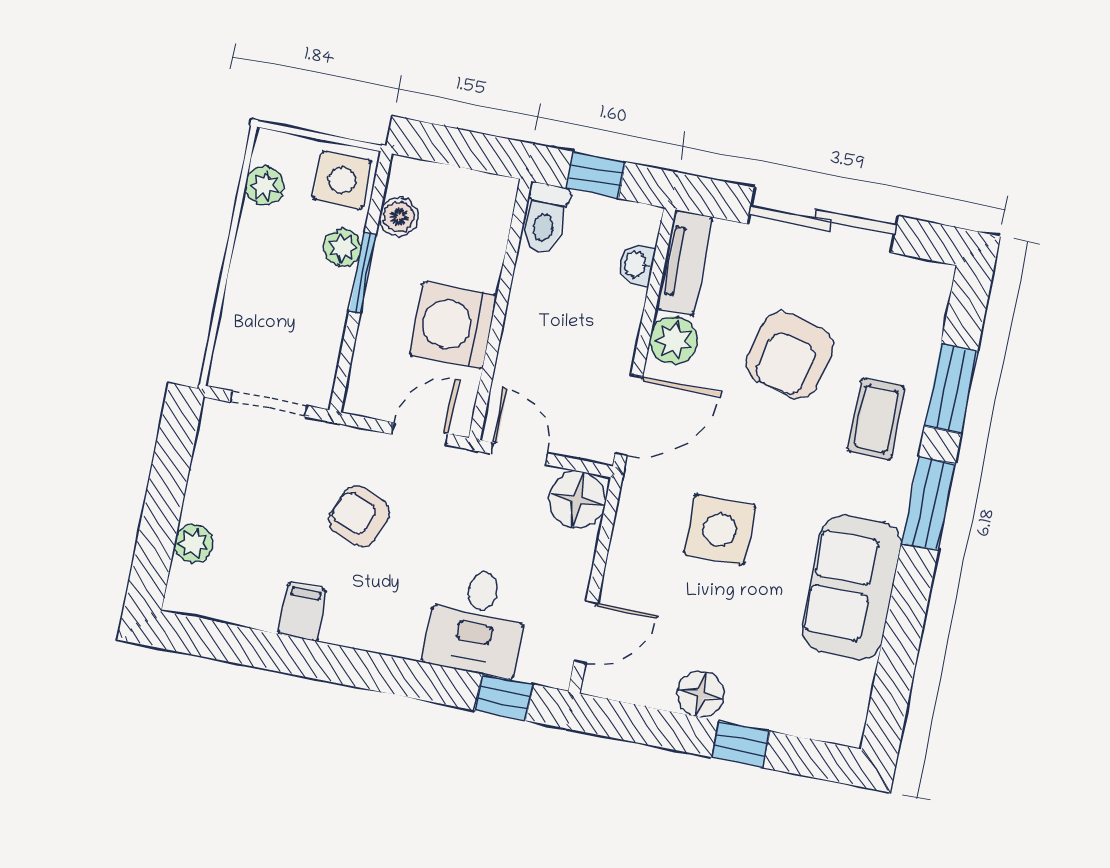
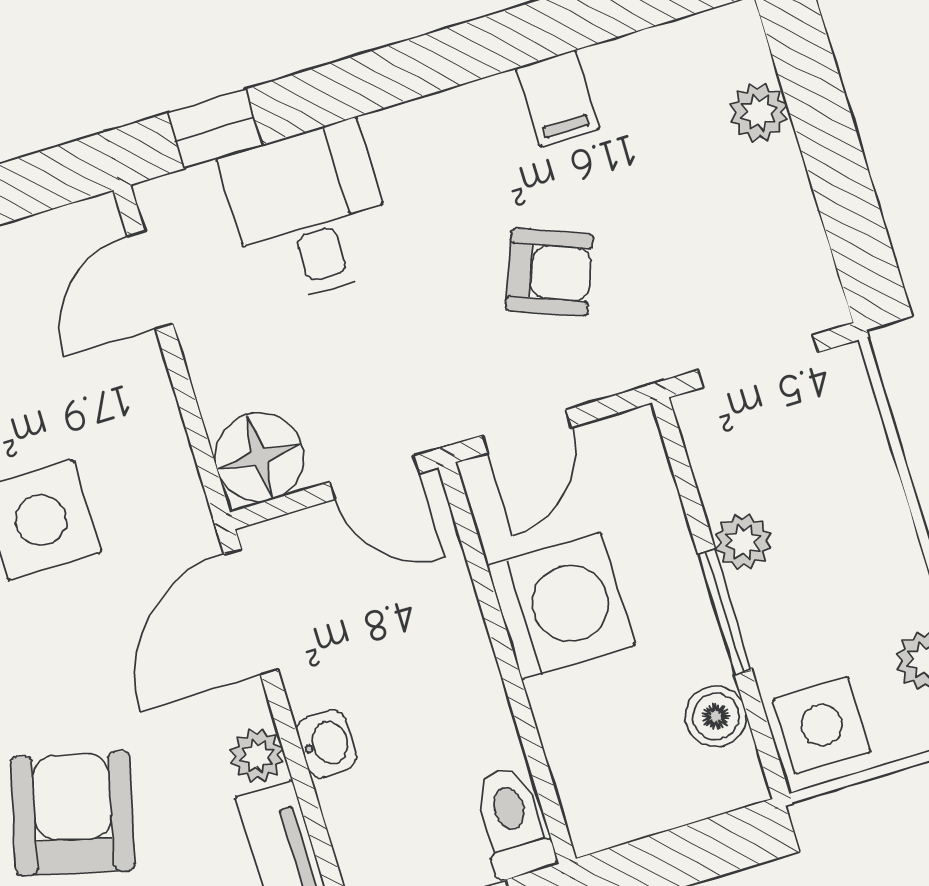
plant: (343, 248) -> (743, 542), moved
washbasin: (637, 264) -> (327, 744), moved
plant: (674, 340) -> (257, 756), width x0.73, depth x0.73

